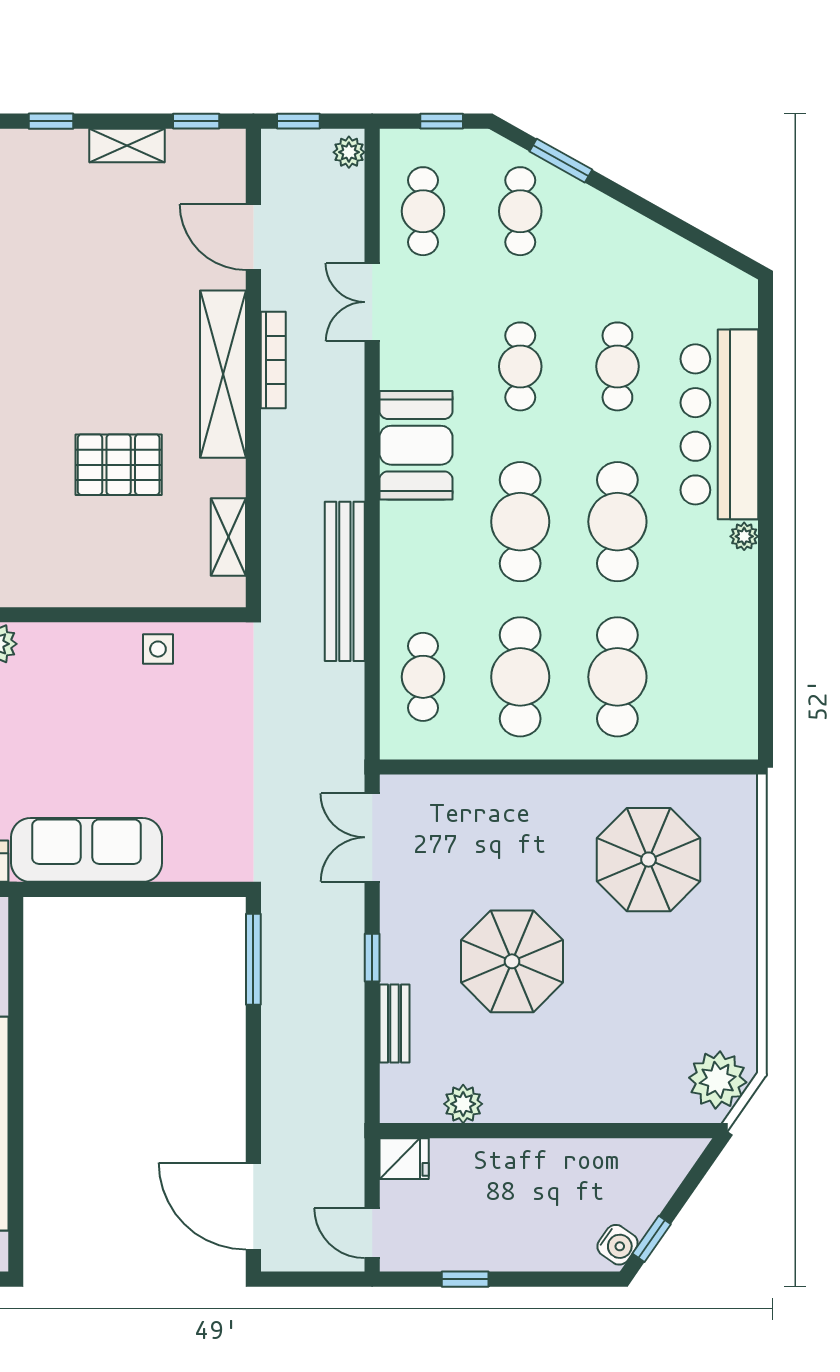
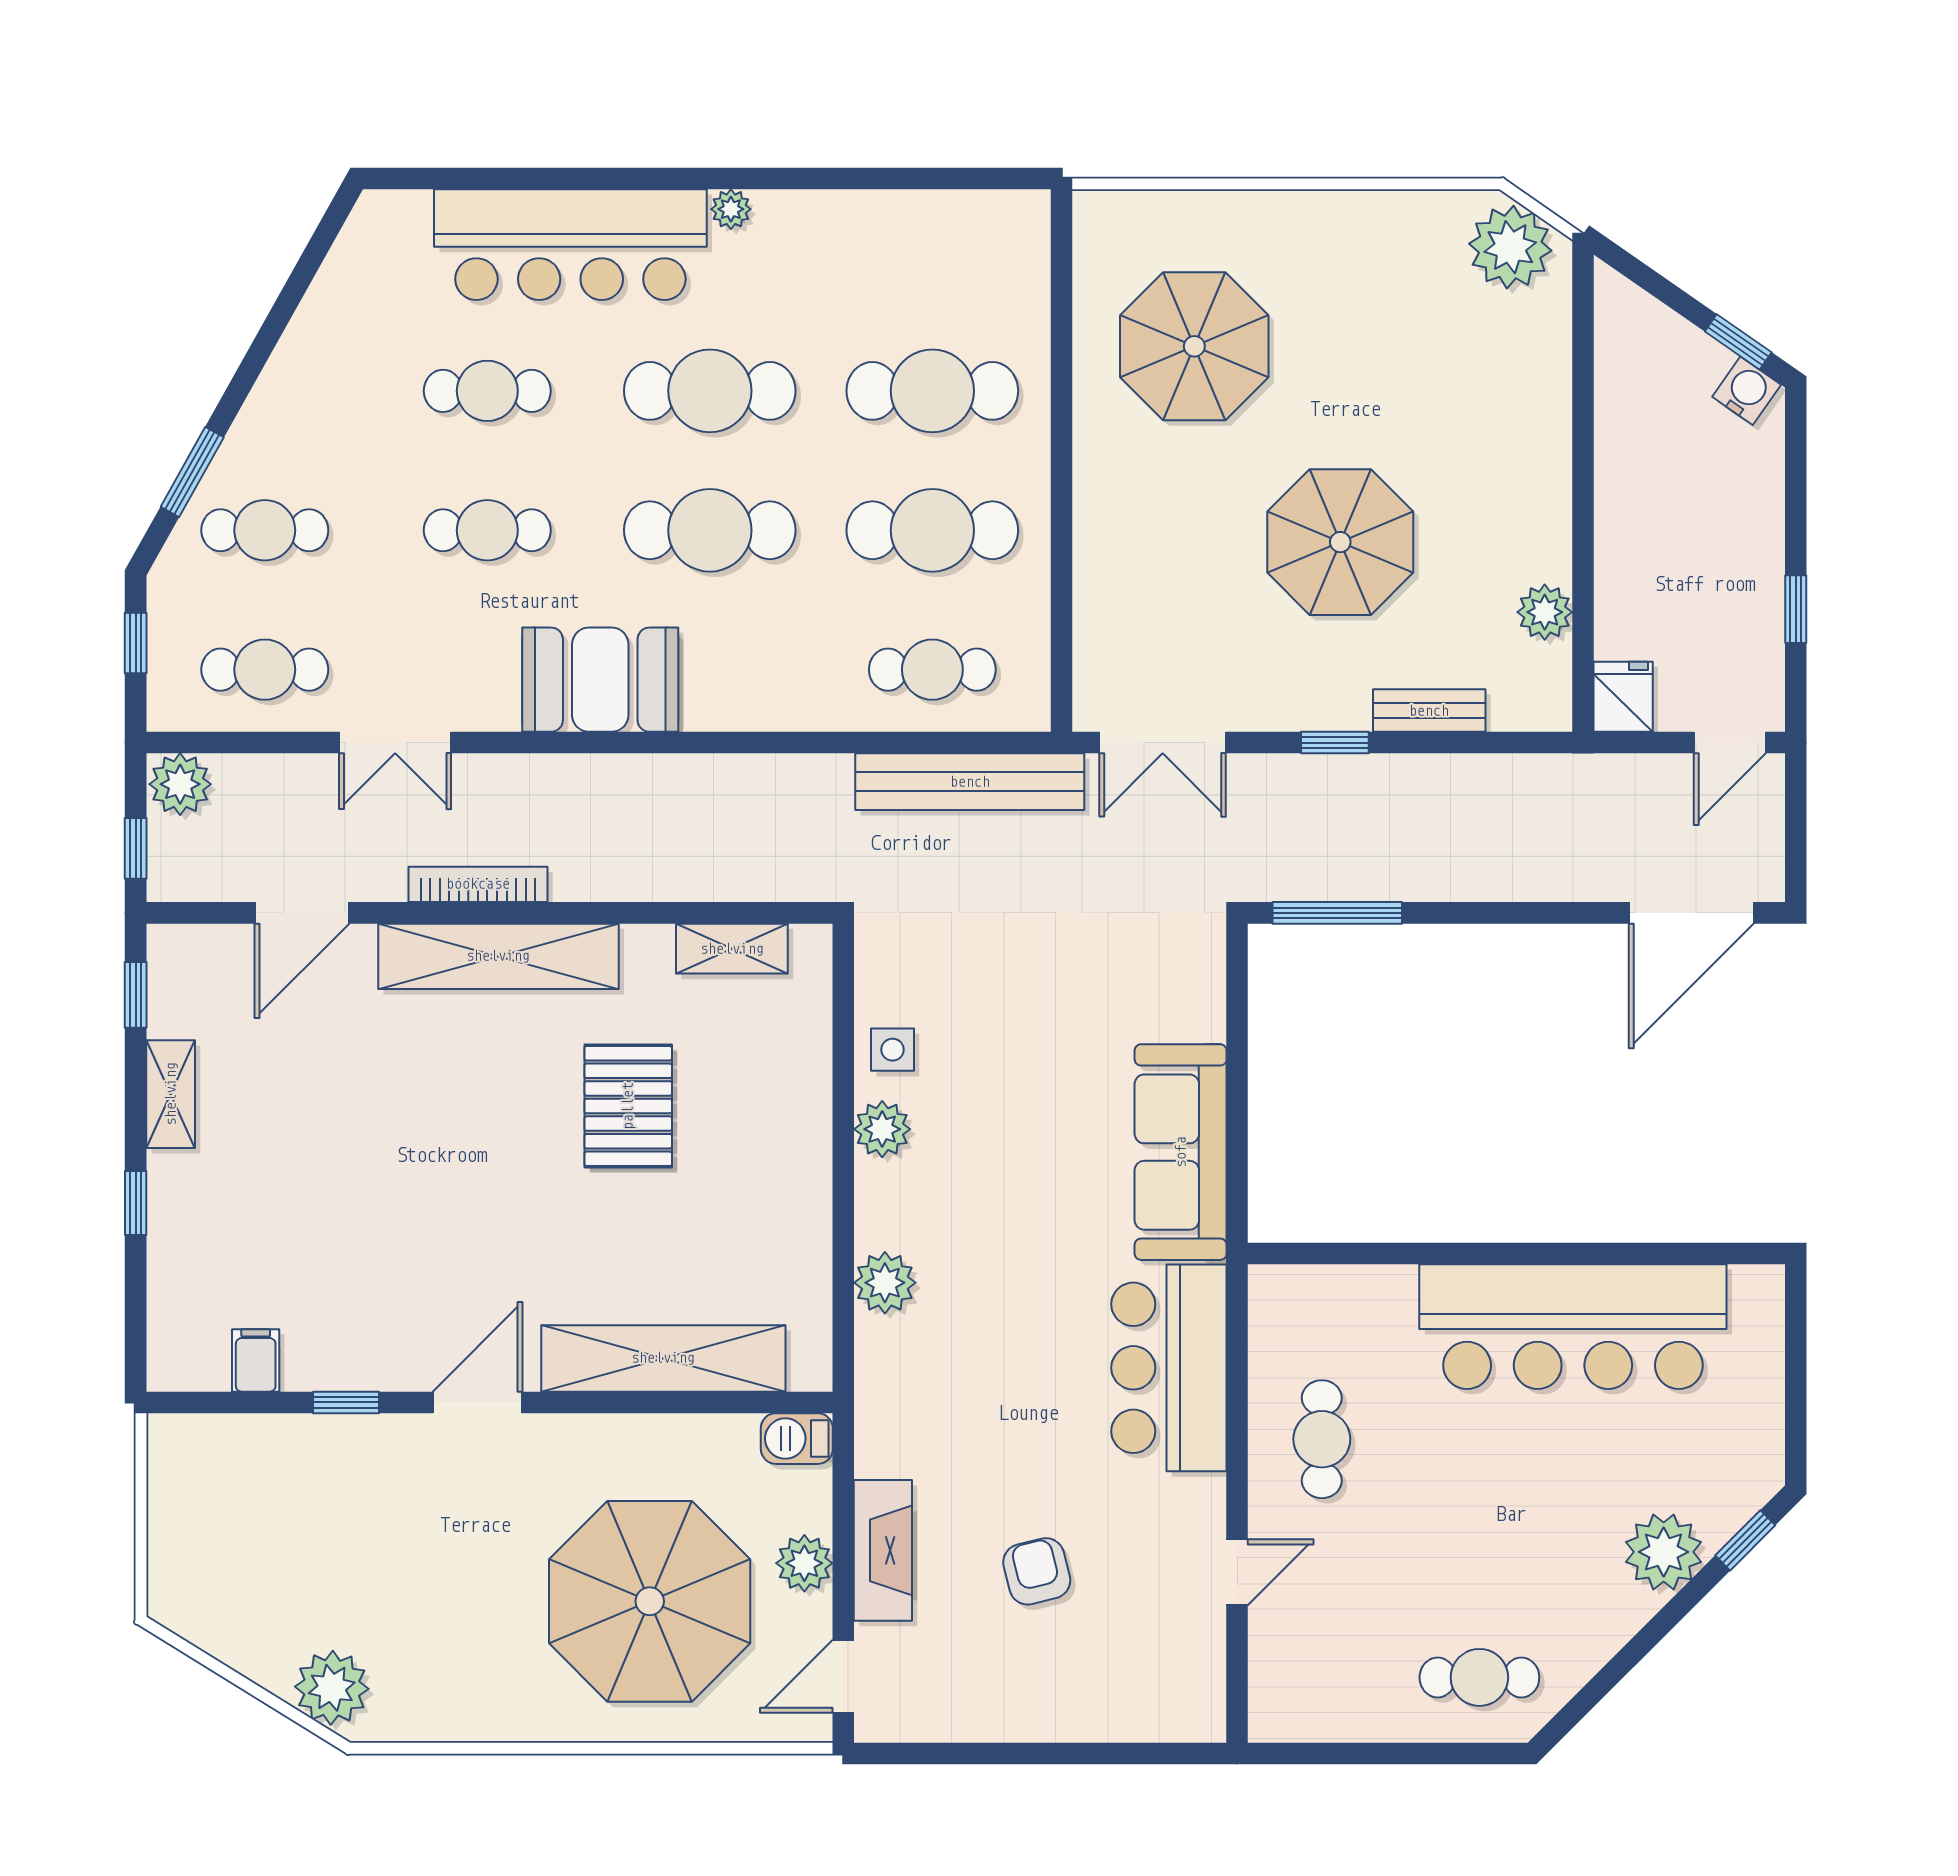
plant: (349, 152) -> (180, 784), width x1.38, depth x1.38
bench: (345, 581) -> (970, 782), moved
plant: (103, 642) -> (882, 1129), added

